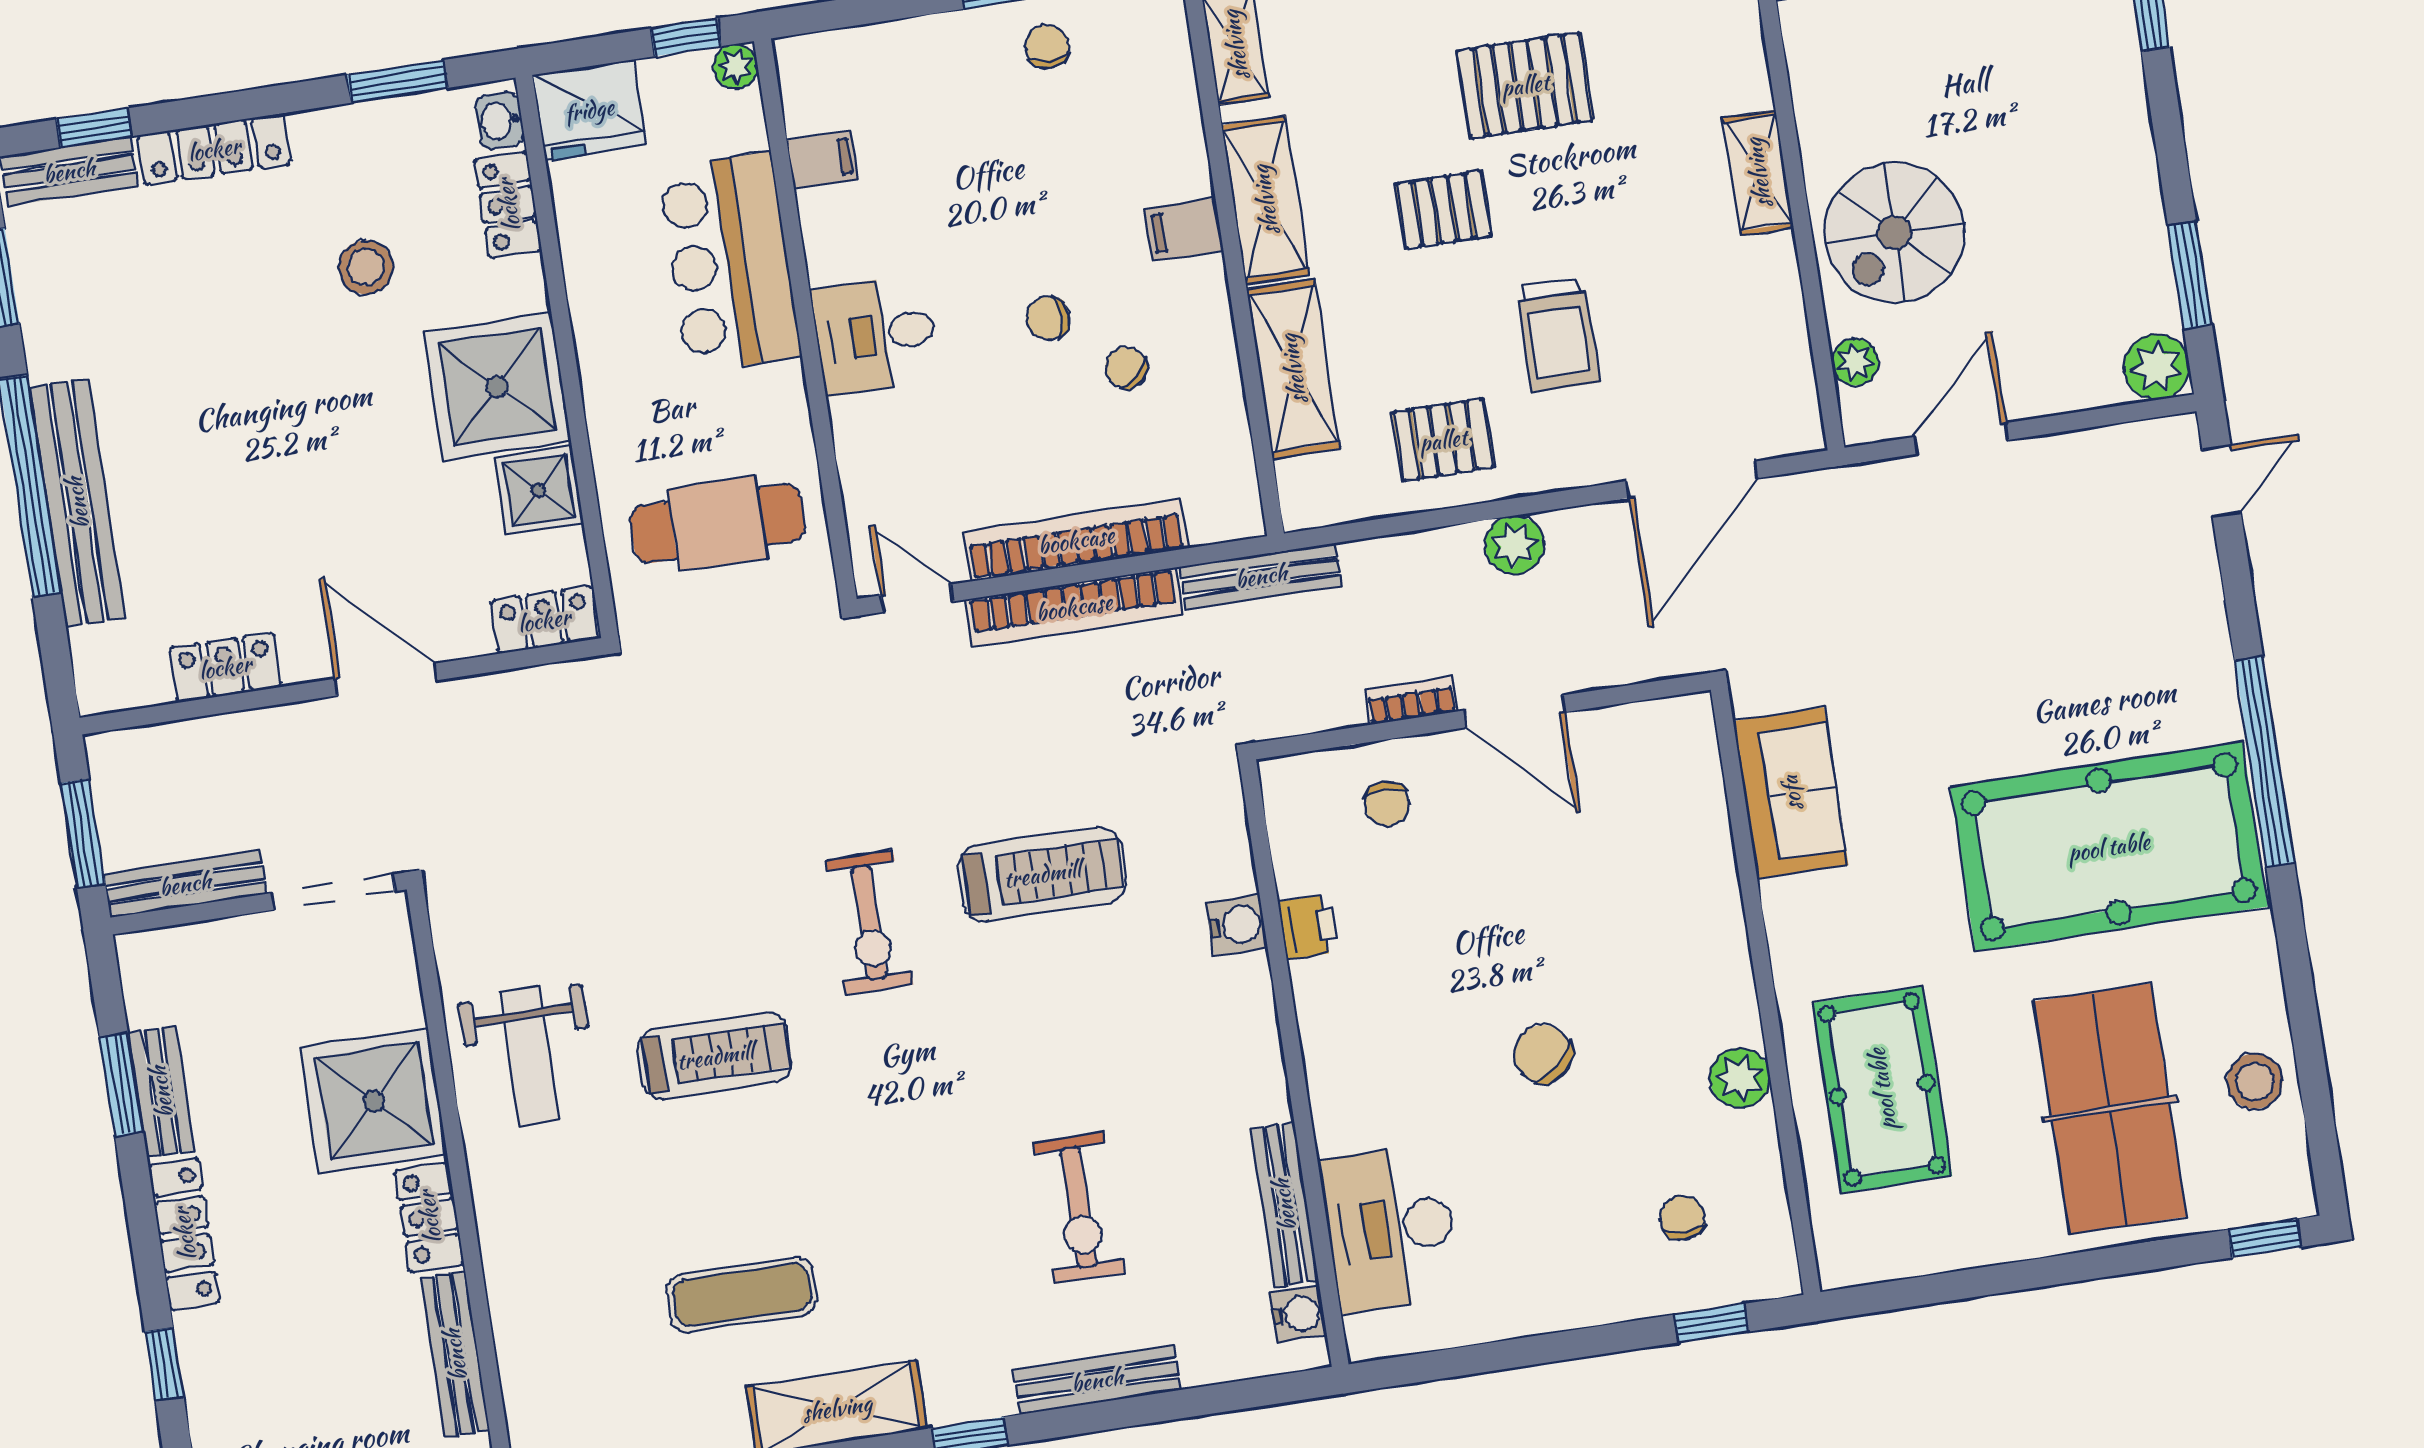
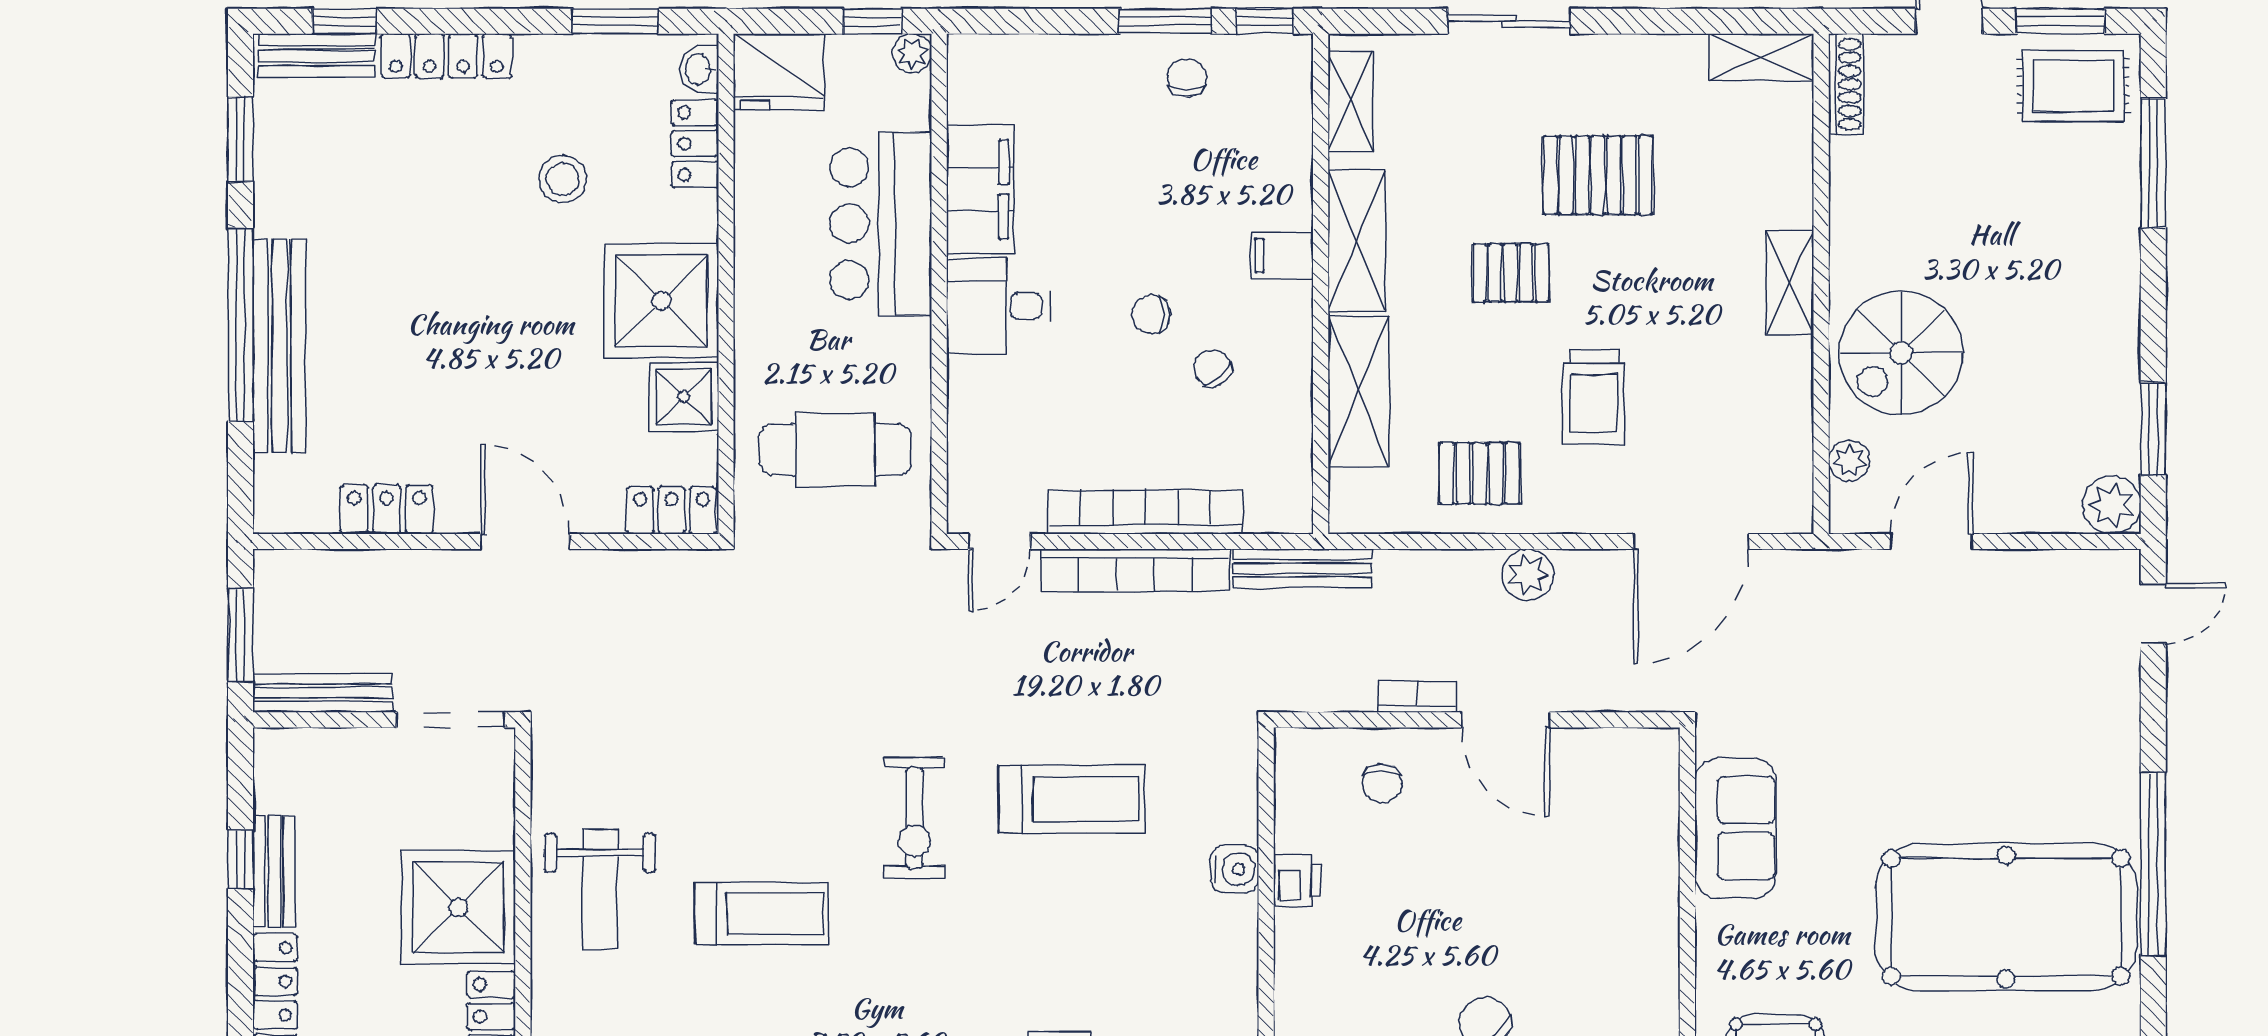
filing cabinet: (822, 160) -> (980, 189), width x3.00, depth x1.17
door: (917, 598) -> (999, 541), swing flipped
window: (121, 1085) -> (240, 859), width x0.67

